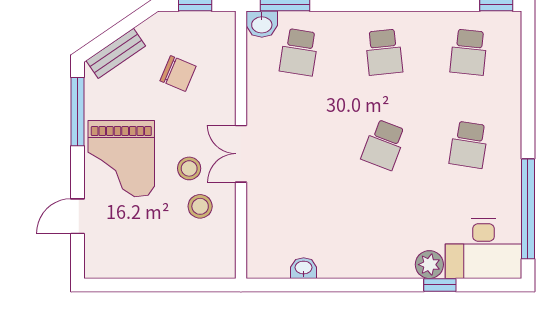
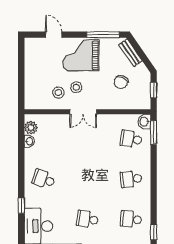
school desk: (384, 145) -> (44, 179), moved
double door: (241, 154) -> (83, 112), swing flipped
plant: (429, 265) -> (31, 128), moved

